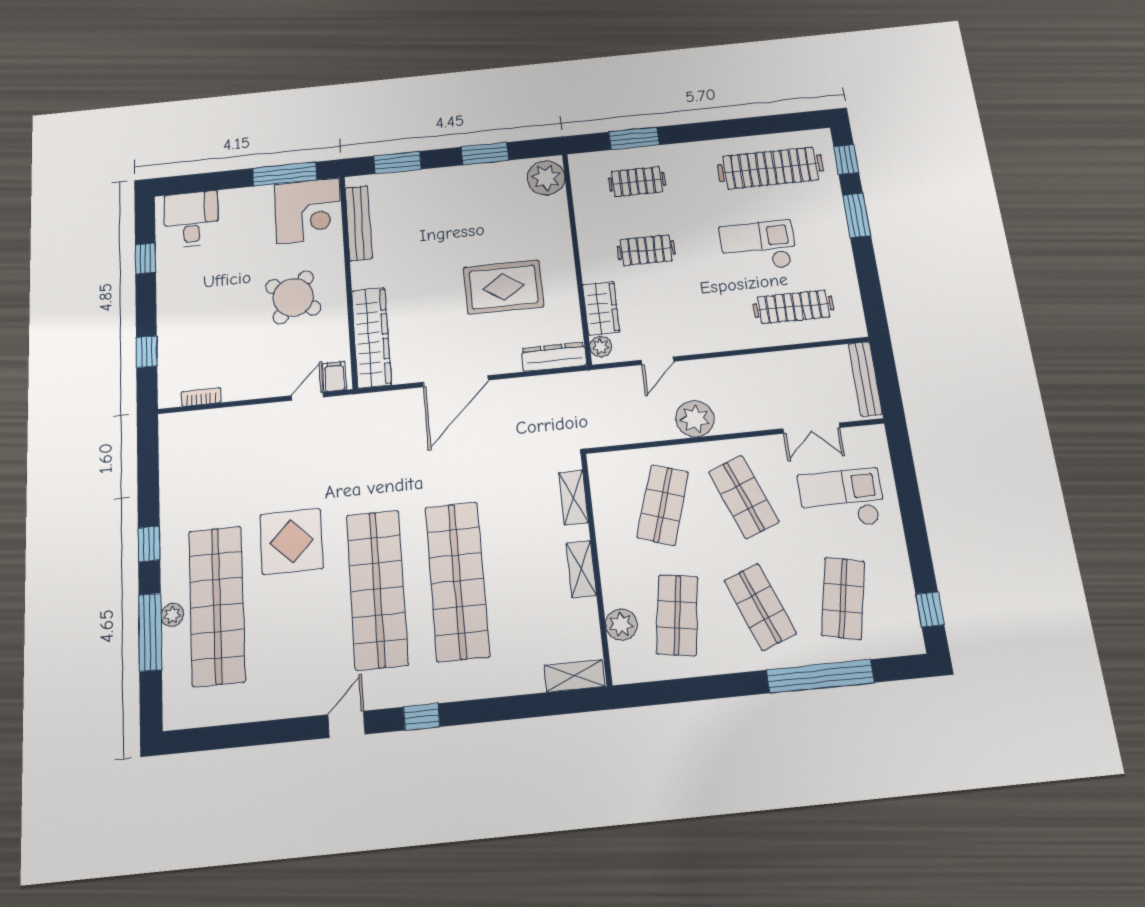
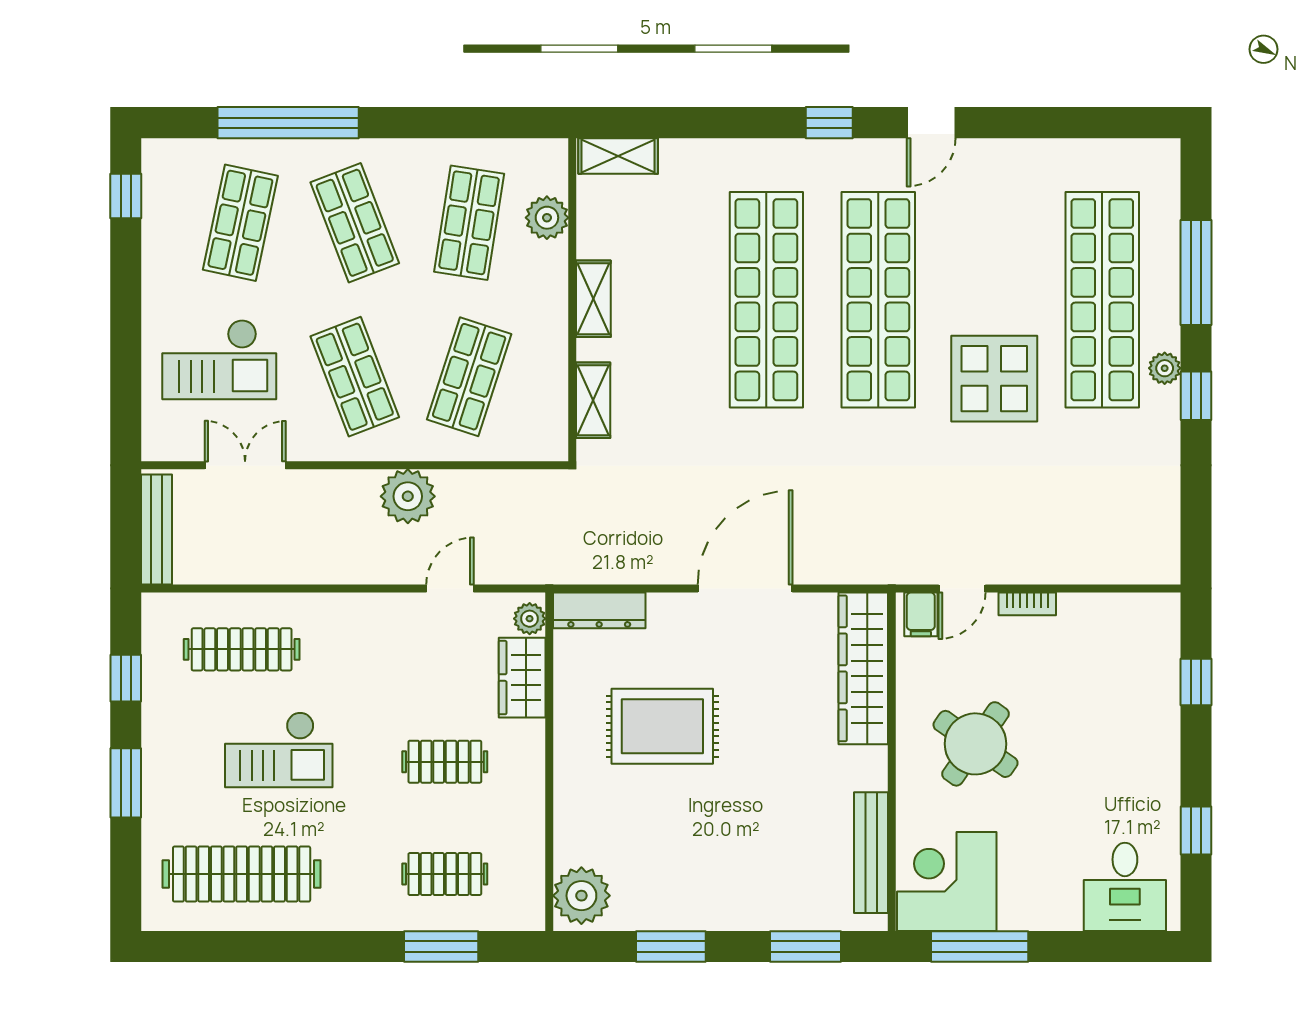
window: (846, 160) -> (126, 678), moved
bookcase: (201, 397) -> (1027, 604), moved
plant: (172, 615) -> (1165, 368), moved

